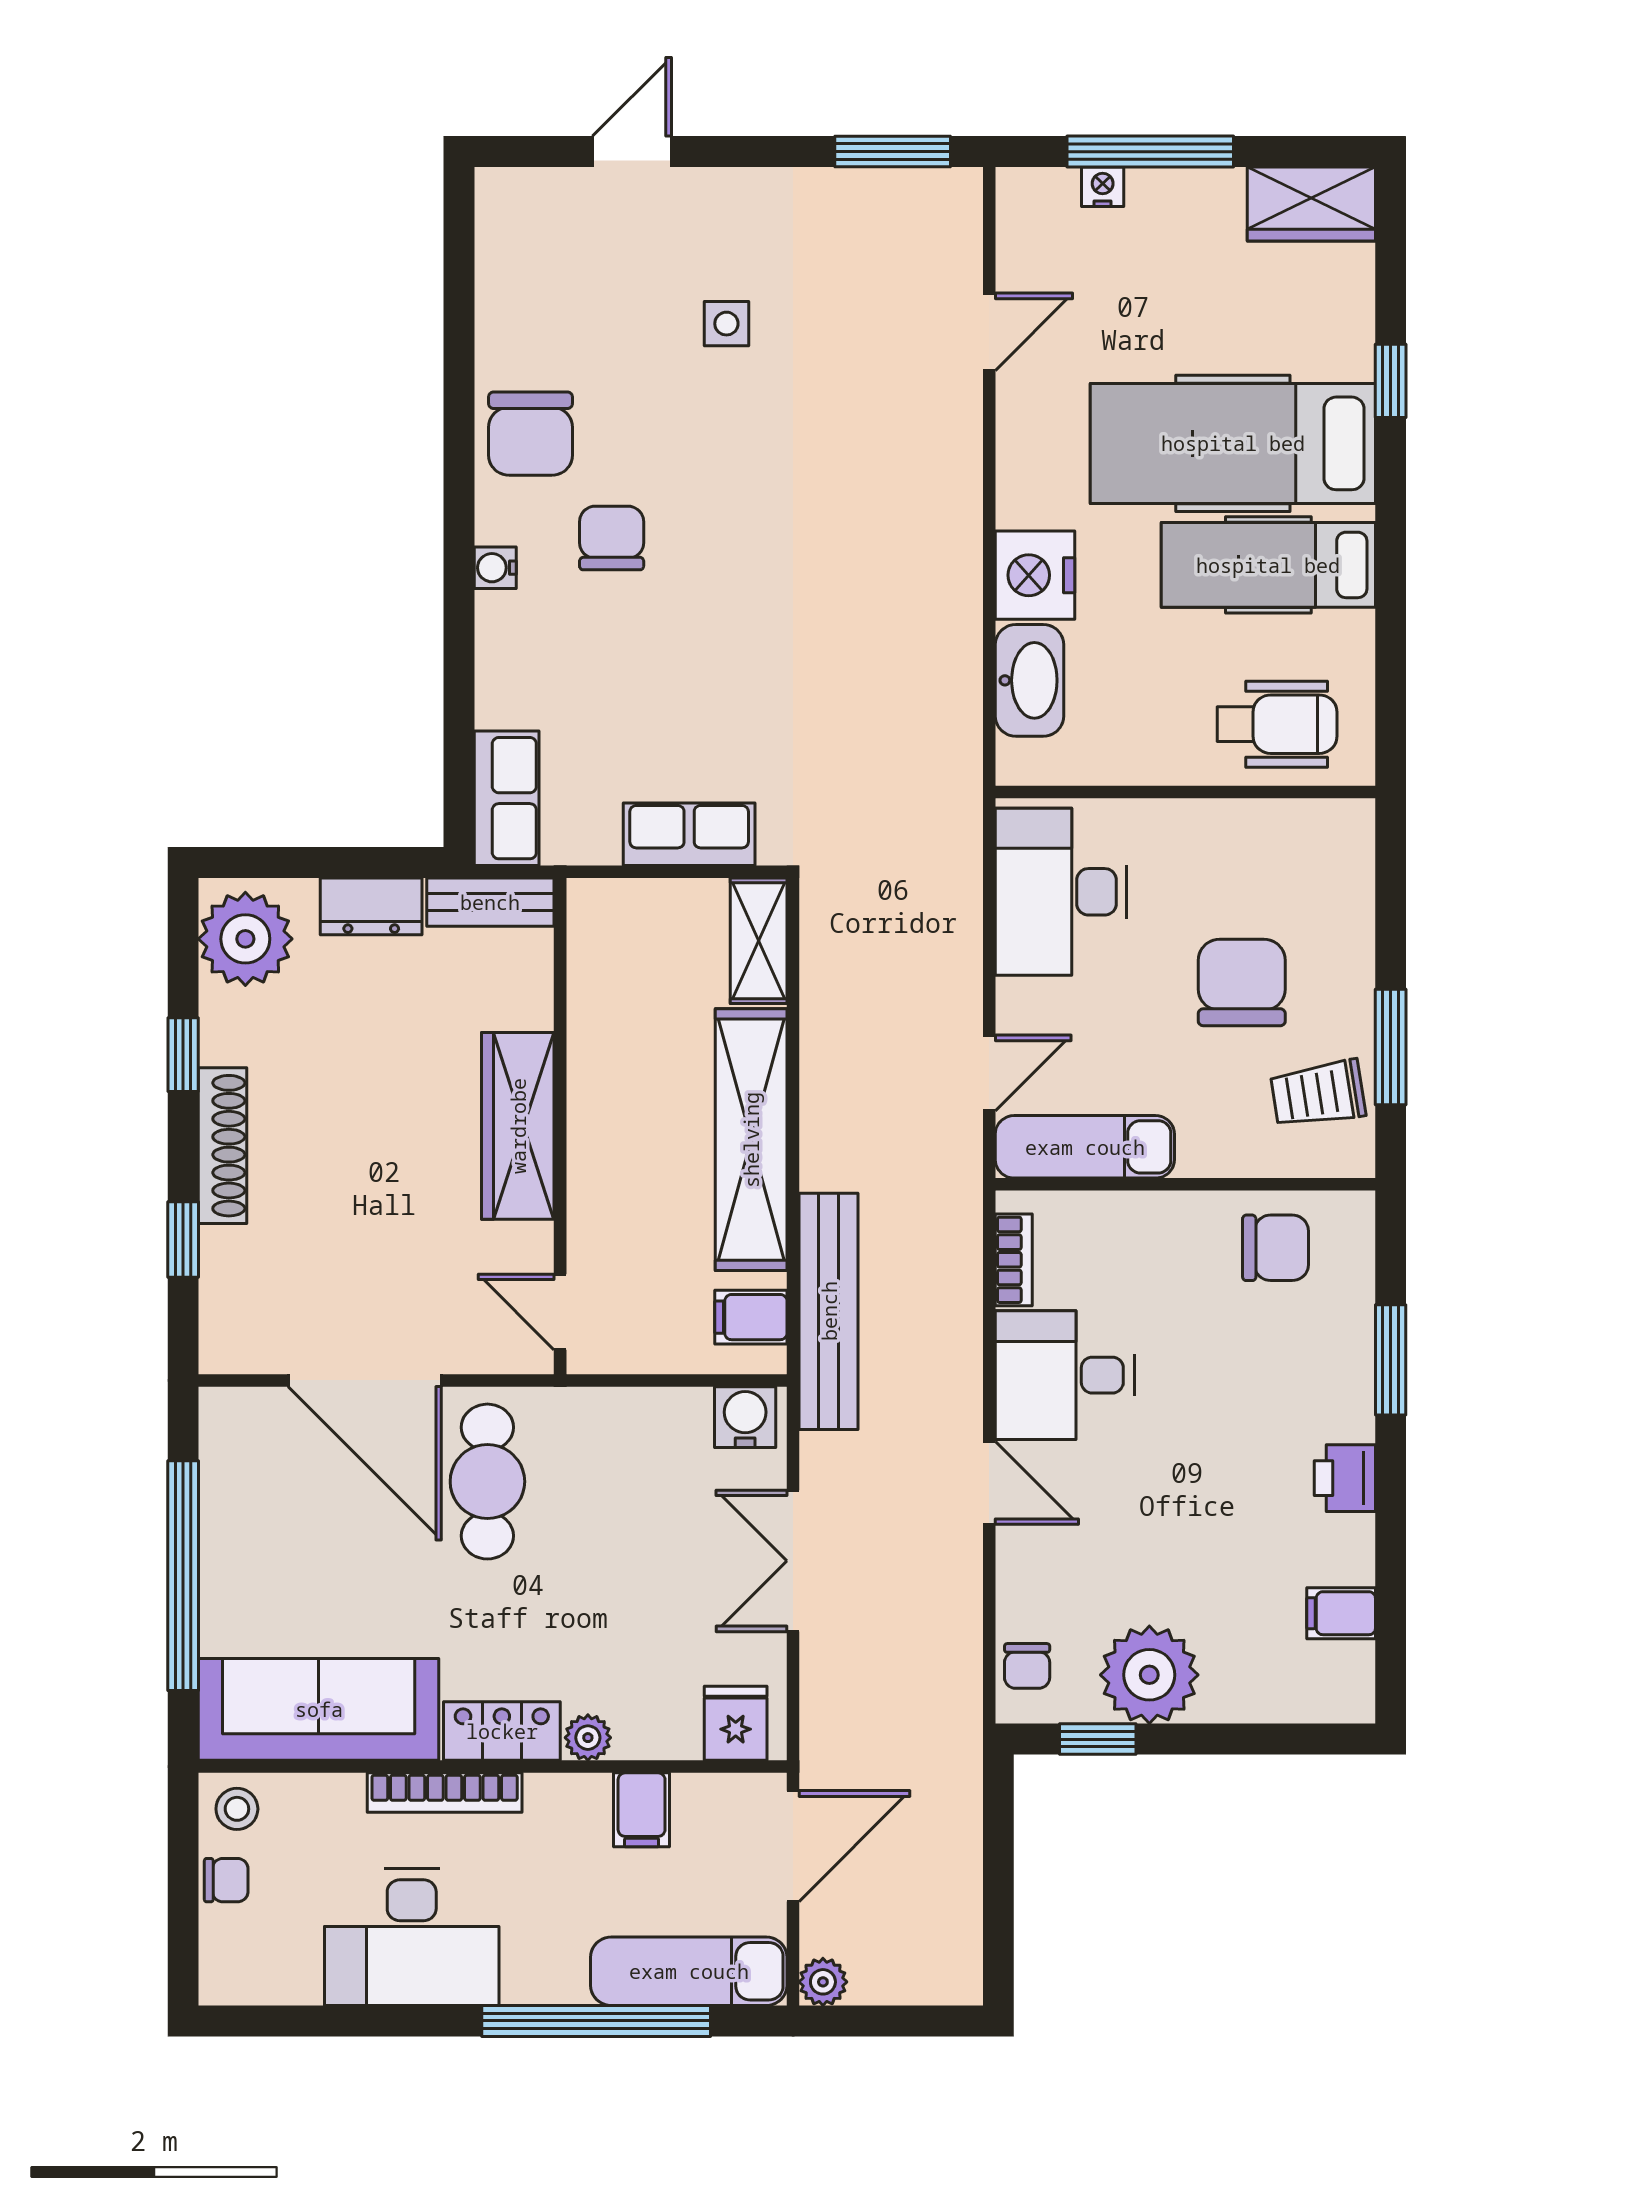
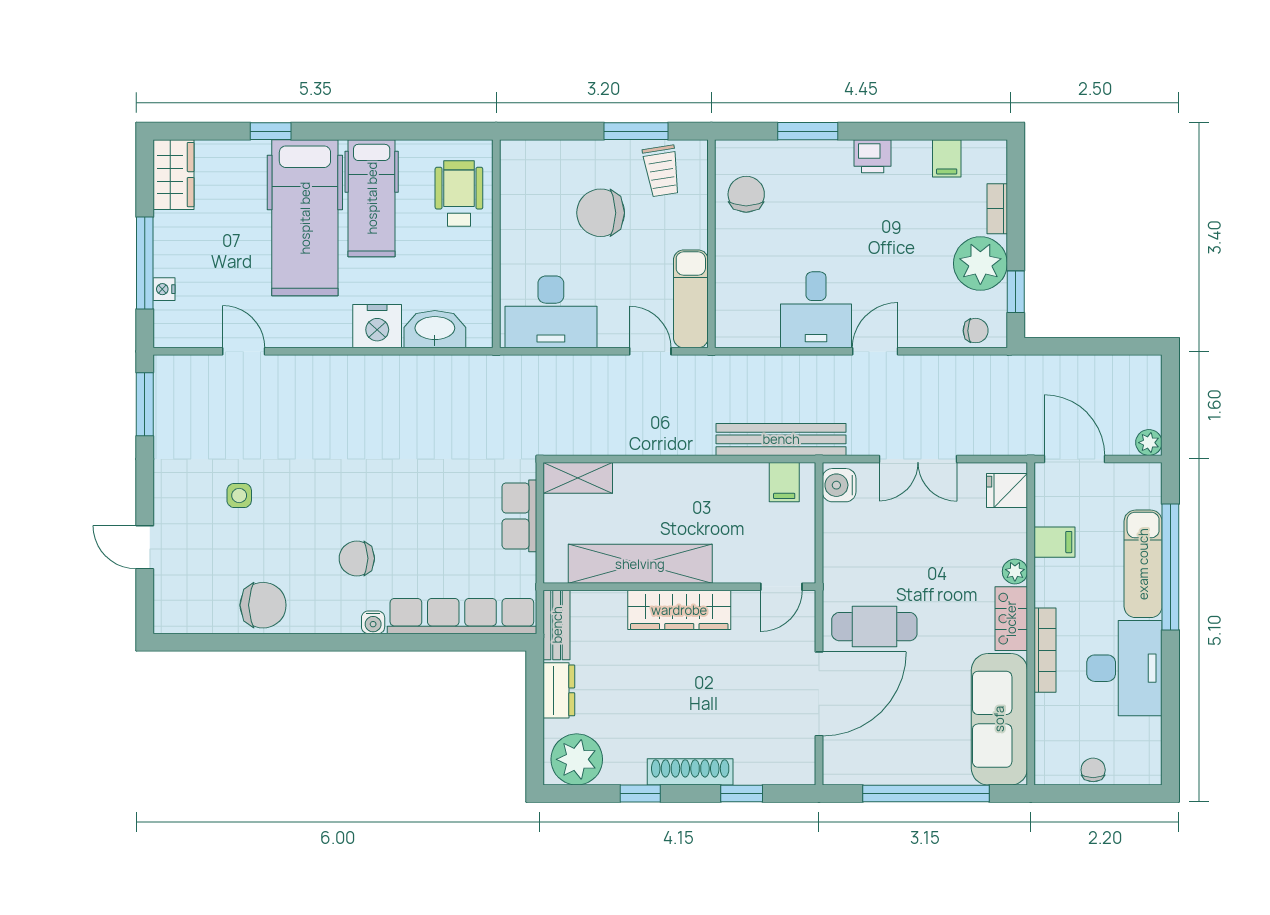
chair: (531, 434) -> (263, 605), moved
row of seats: (507, 798) -> (462, 616), width x2.02
shelving: (751, 1140) -> (640, 564), moved
bookcase: (1014, 1260) -> (997, 209), moved, turned -90
stool: (237, 1809) -> (1054, 764), removed
exam couch: (689, 1971) -> (1143, 564), moved

